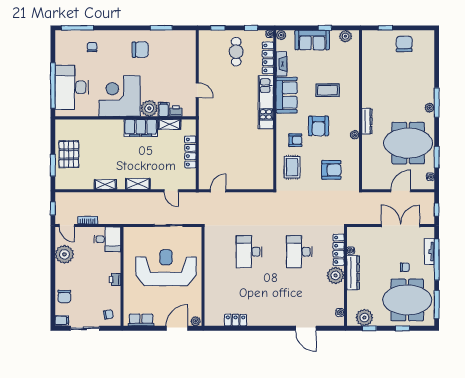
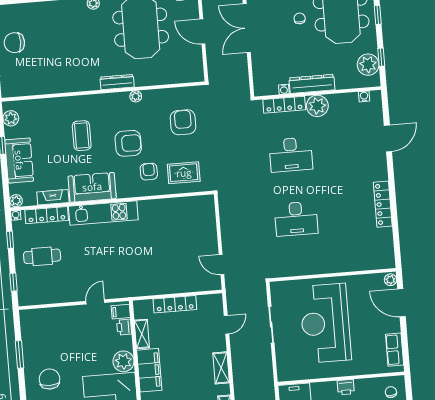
filing cabinet: (164, 109) -> (121, 312), moved
locker: (236, 320) -> (383, 204), moved, width x1.53

